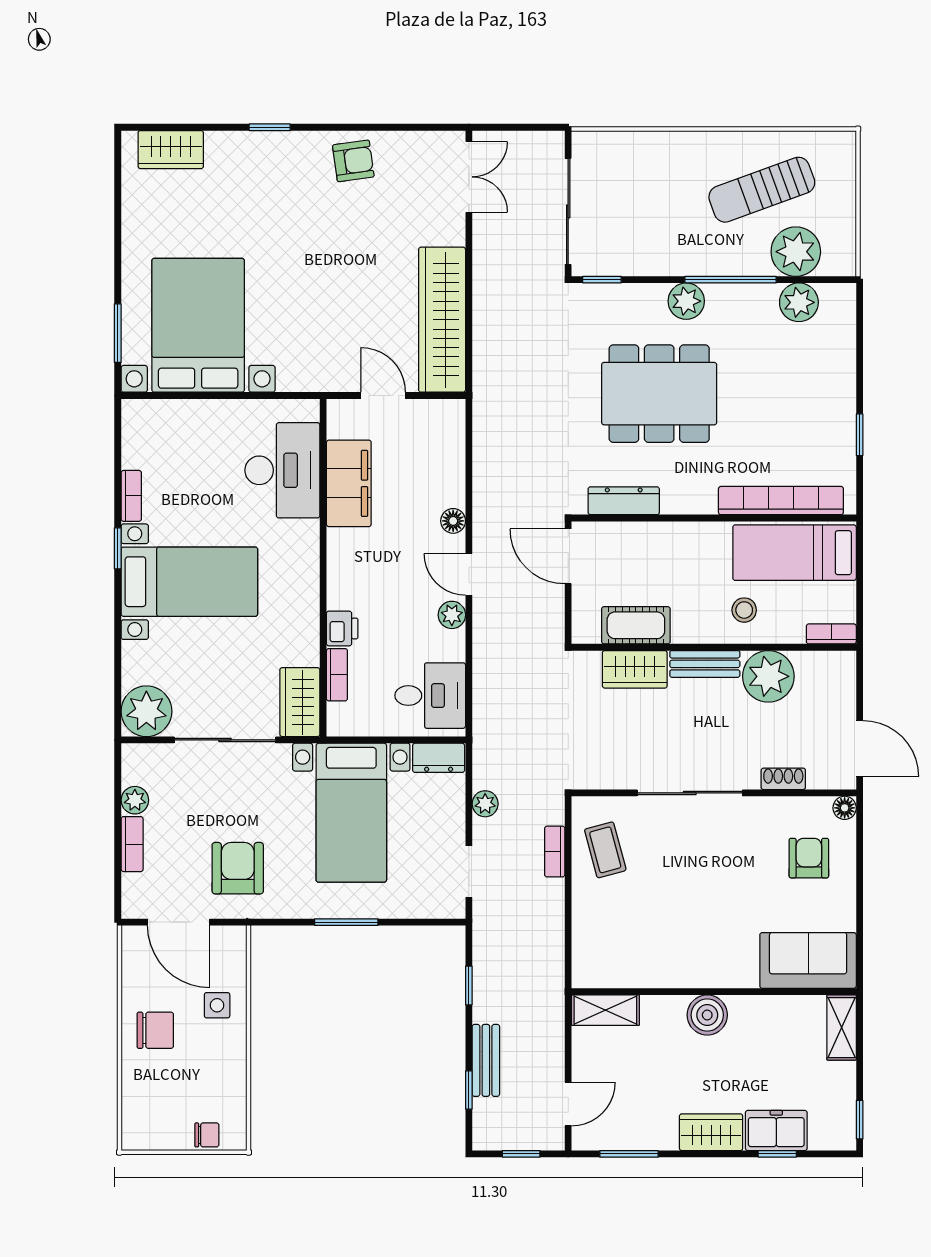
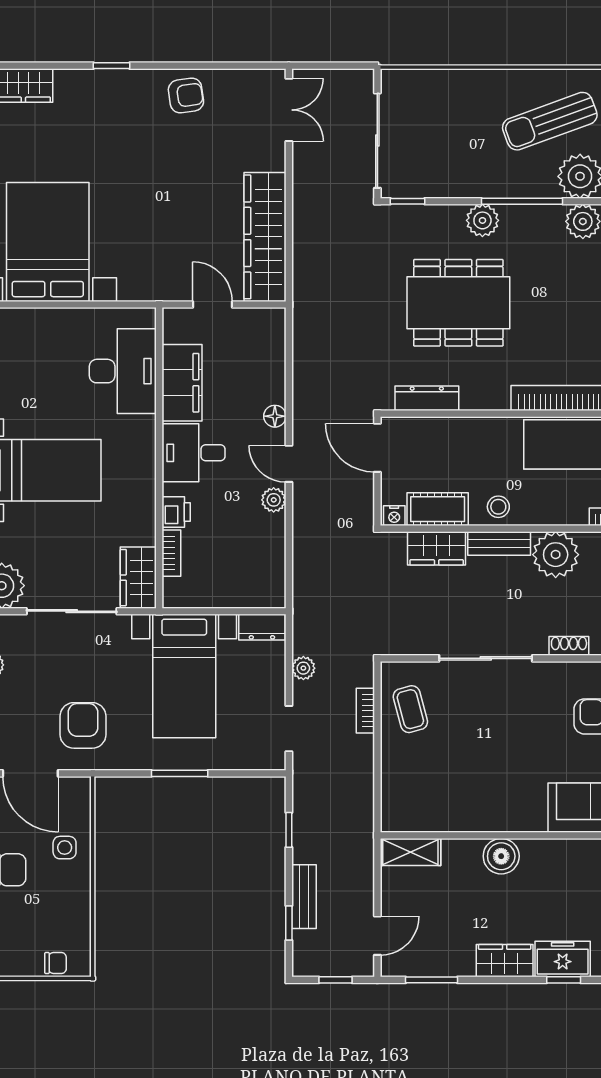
stool: (744, 610) -> (498, 507), moved
nightstand: (587, 633) -> (394, 516), added
desk: (430, 696) -> (193, 453), moved, turned 180

